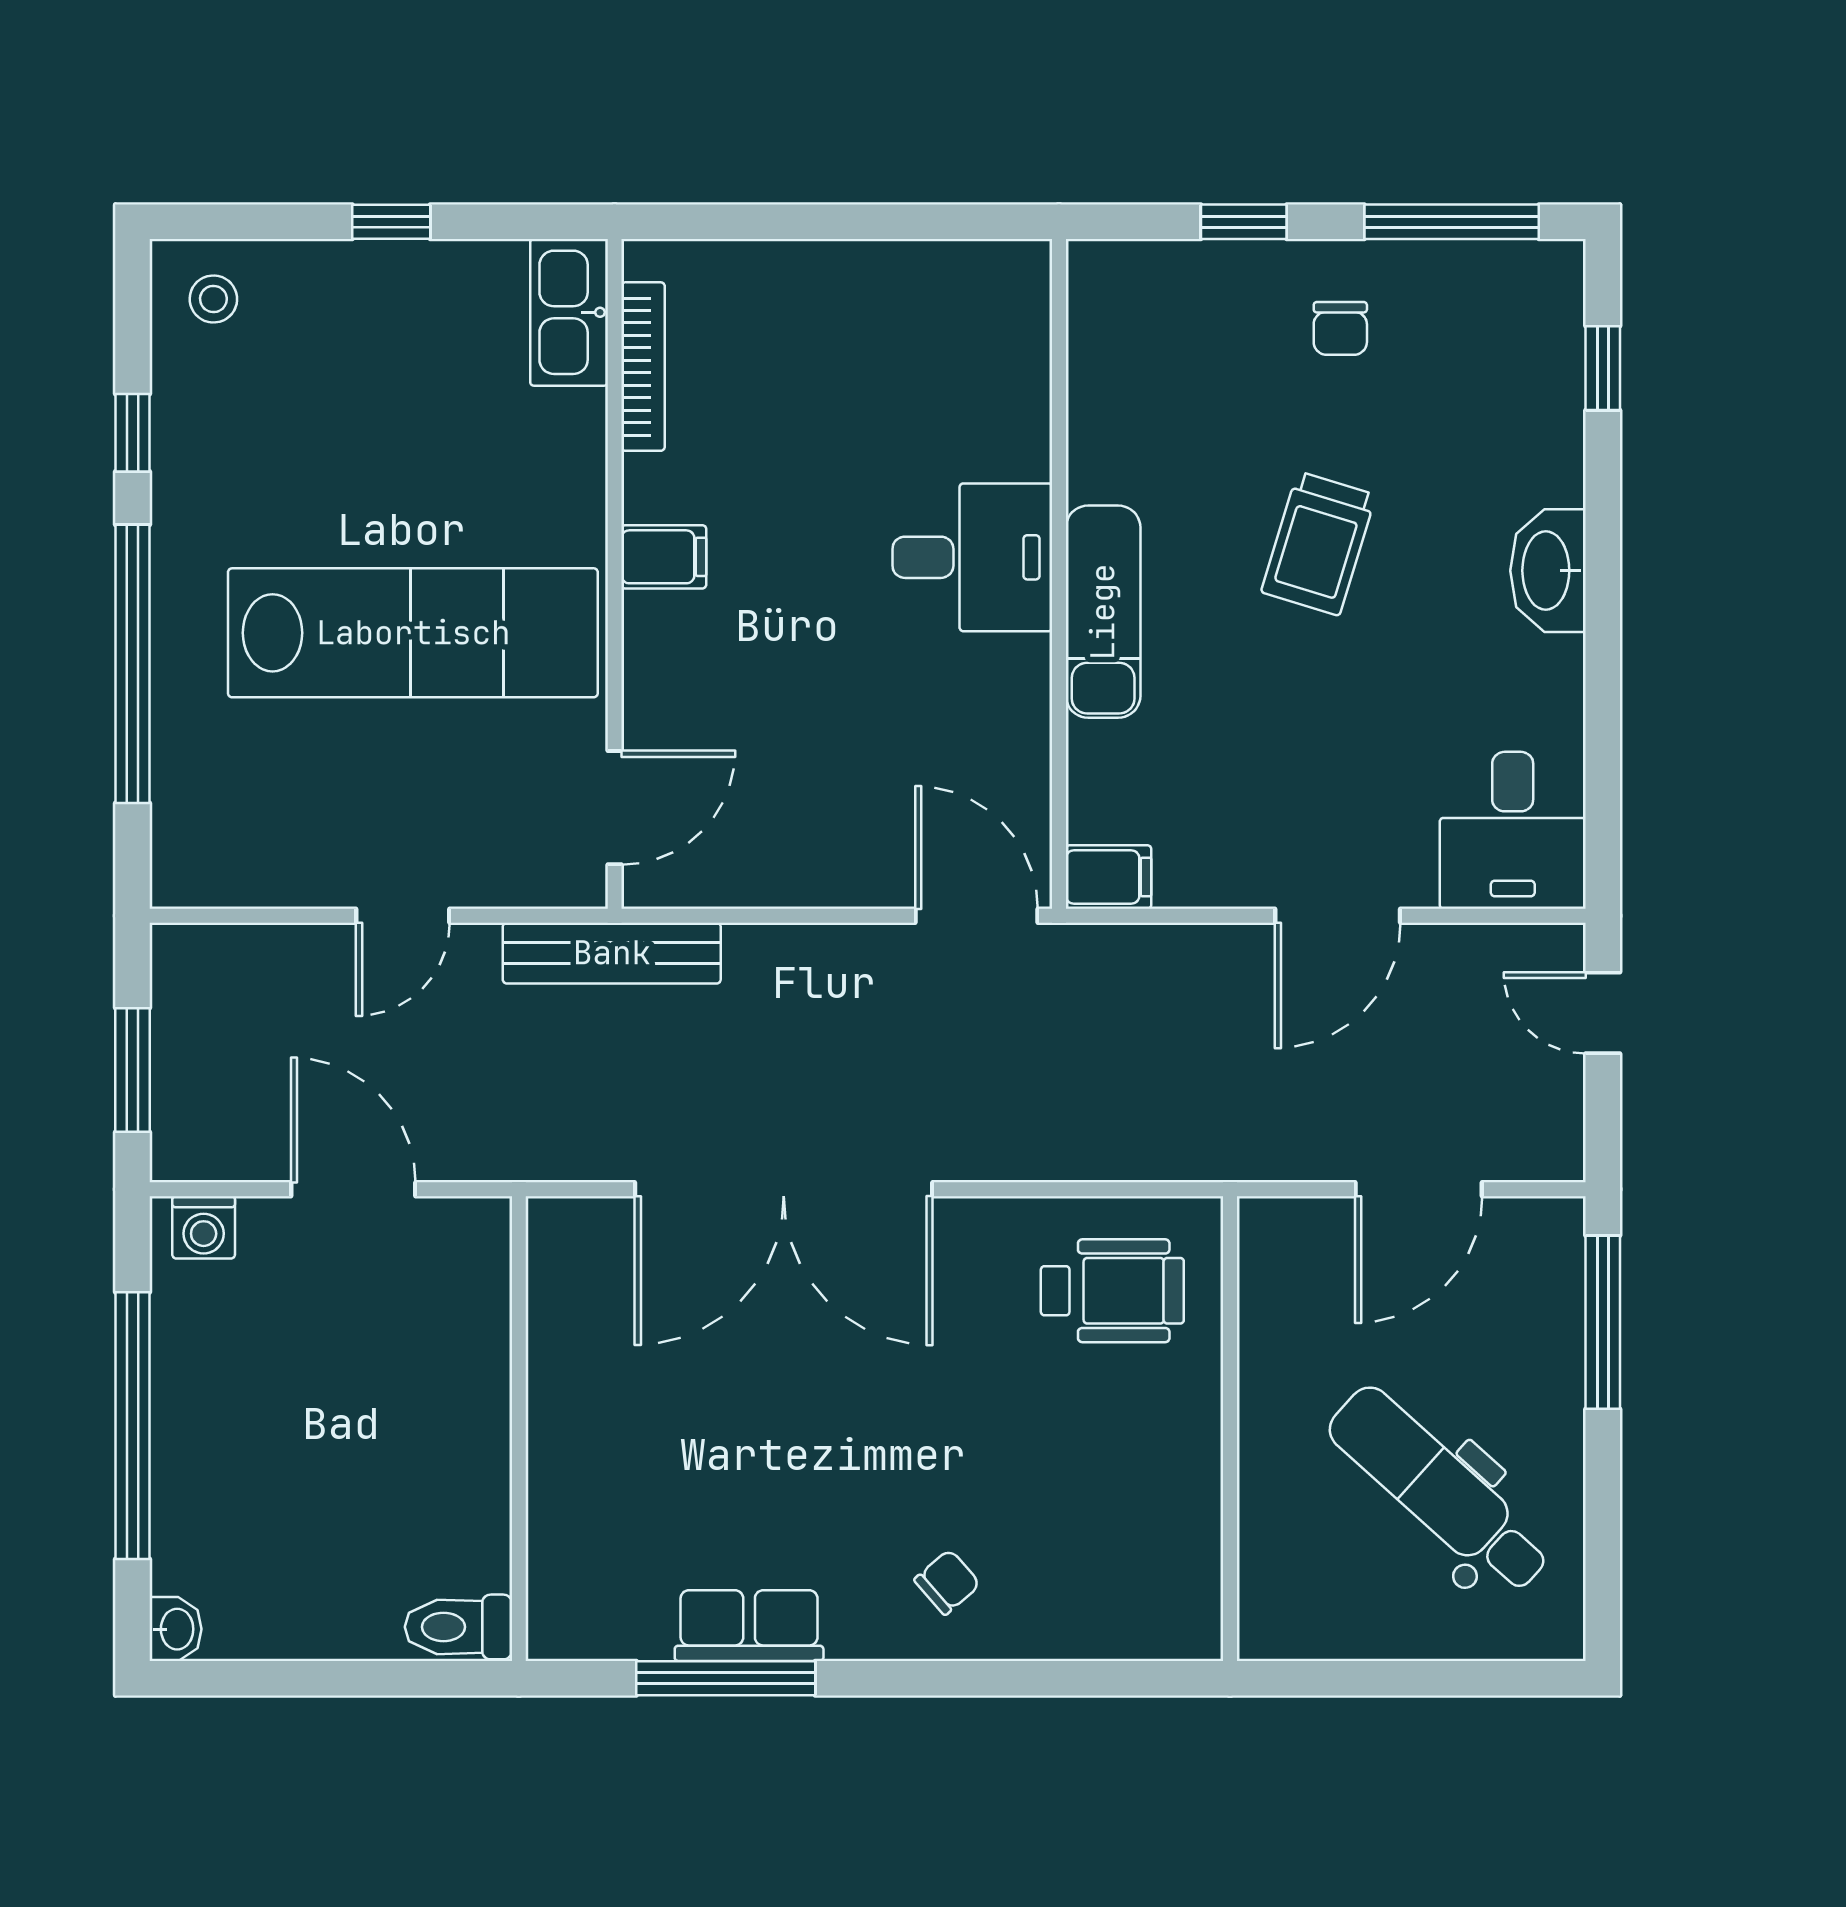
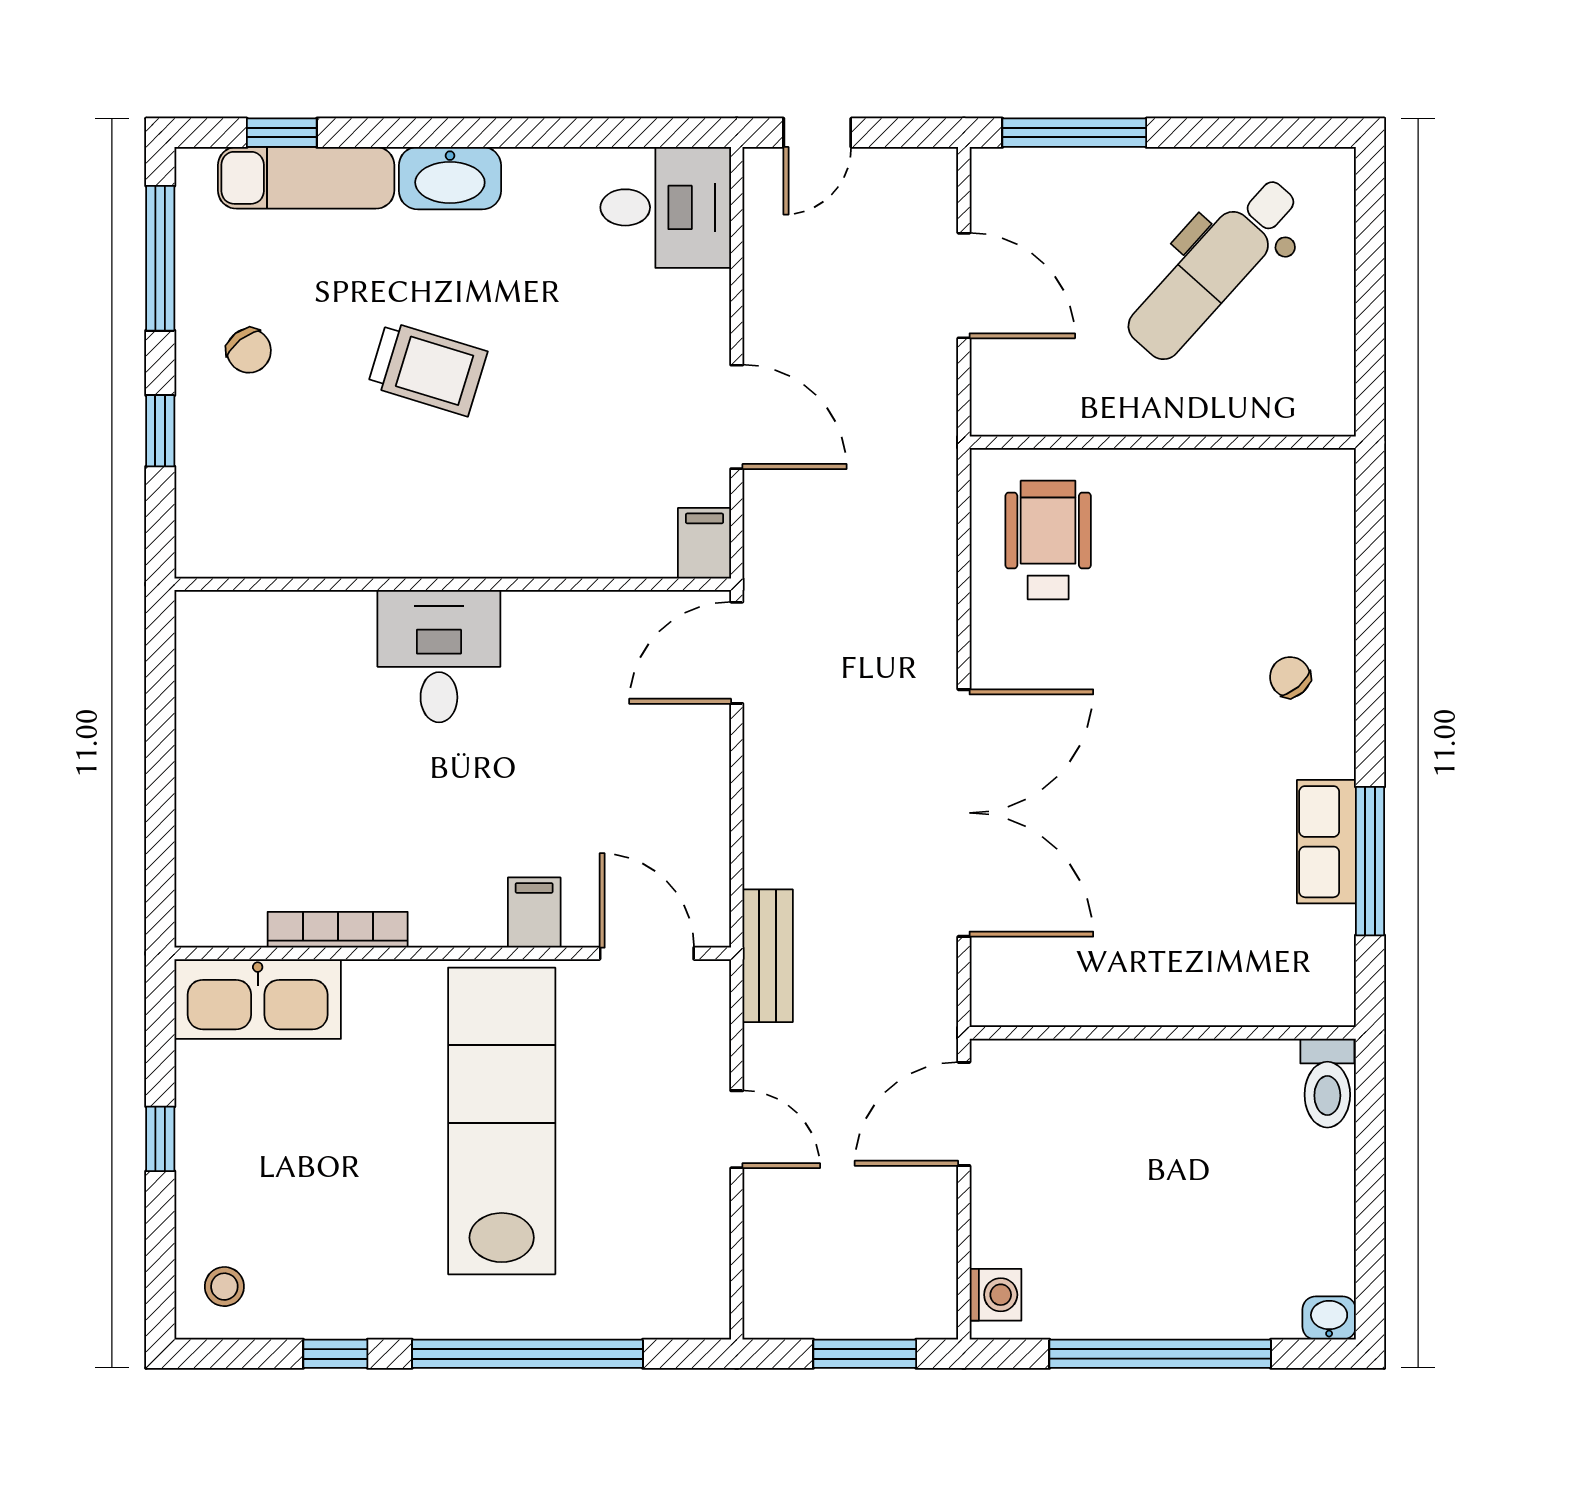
kitchen sink: (569, 312) -> (258, 999), width x1.36, depth x1.24
chair: (1340, 328) -> (249, 351), turned 52
bookcase: (643, 367) -> (338, 930), moved
filing cabinet: (664, 557) -> (534, 913), moved
exam couch: (1103, 612) -> (306, 178), moved, turned 180
door: (1338, 916) -> (737, 417), moved
bench: (612, 953) -> (768, 956), width x0.73
door: (353, 1189) -> (964, 1114), moved

